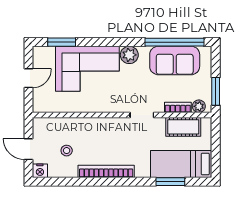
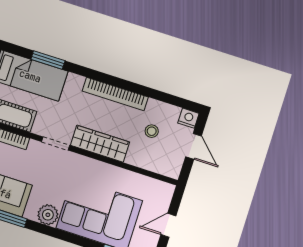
wardrobe: (106, 127) -> (100, 144), added

